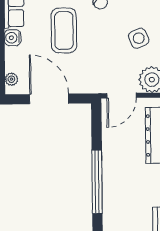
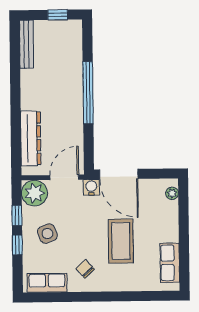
water cooler: (13, 38) -> (91, 187), moved, turned -90
door: (49, 99) -> (119, 174), moved

